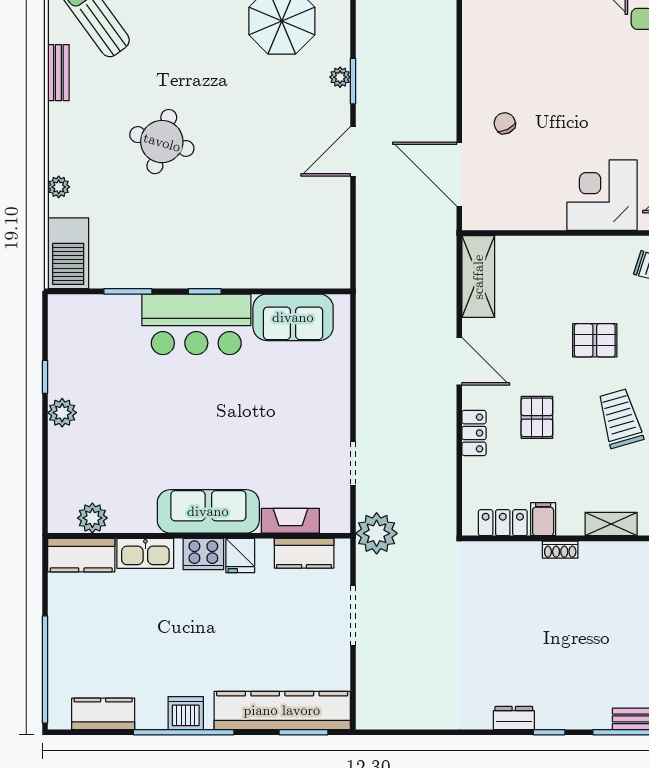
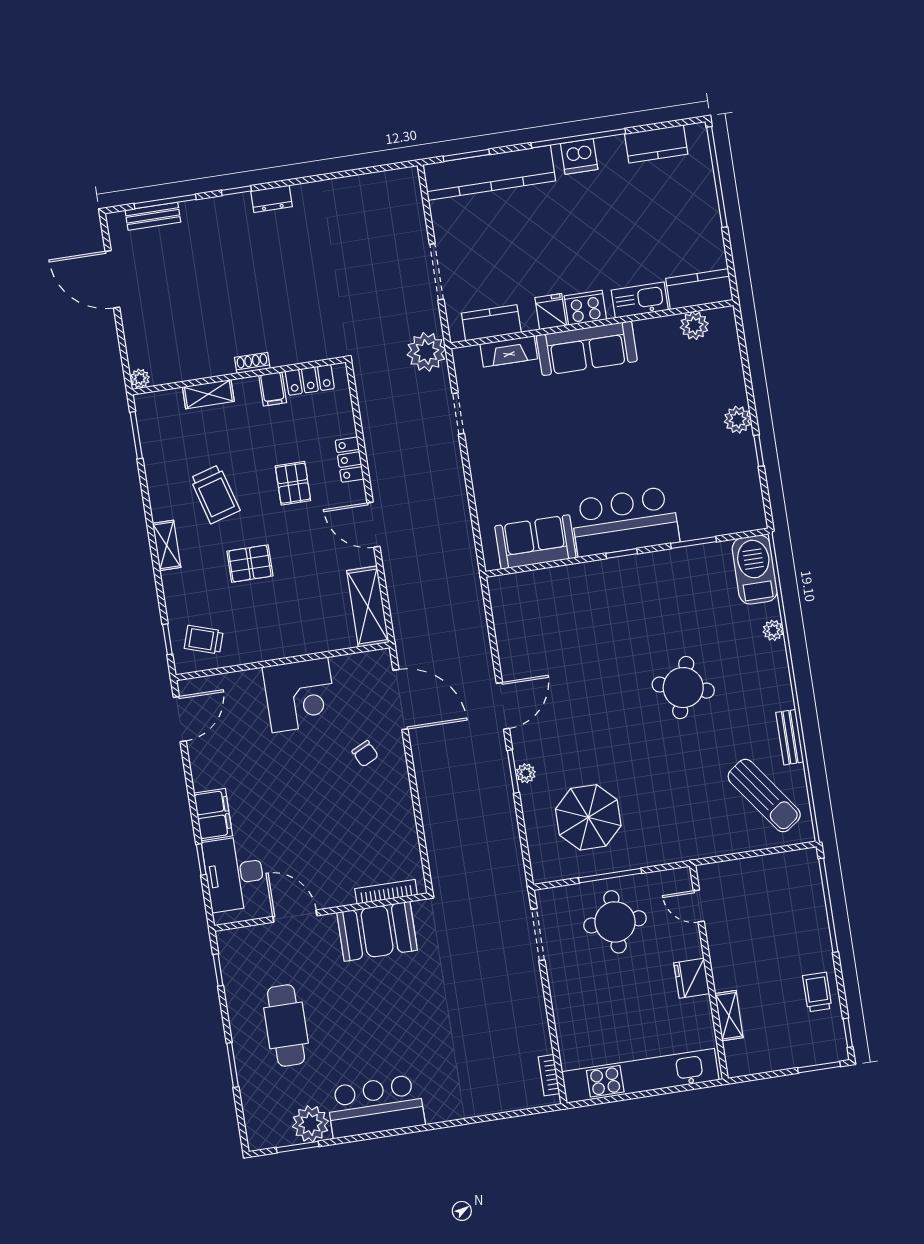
corner desk: (602, 195) -> (300, 695), moved

